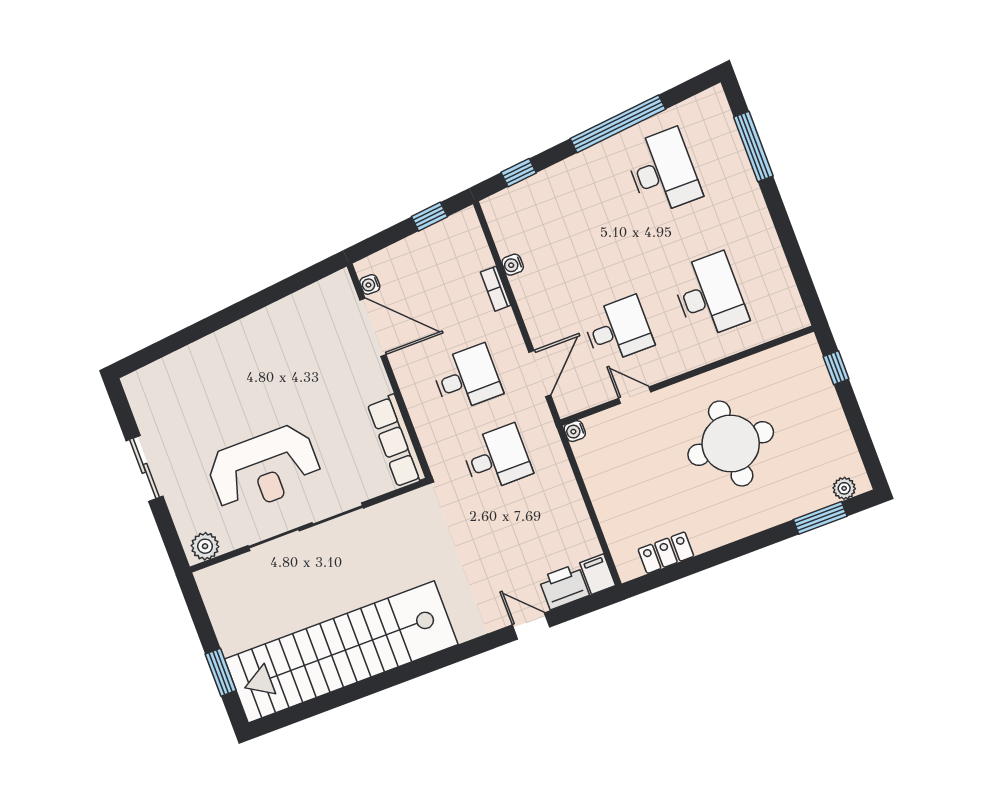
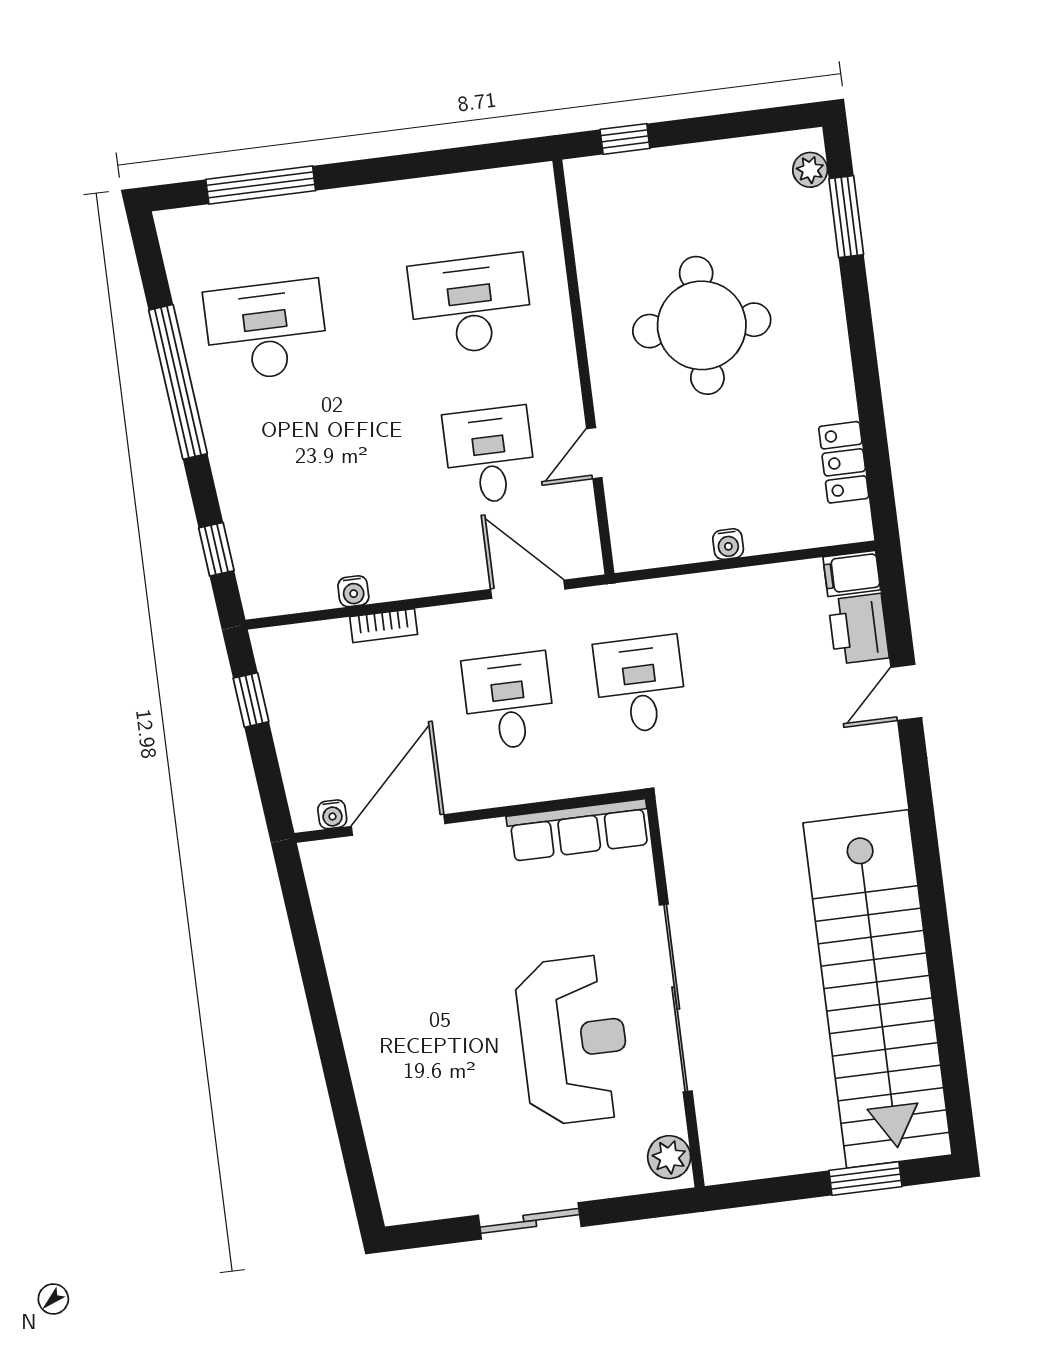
water cooler: (575, 431) -> (728, 544), moved

